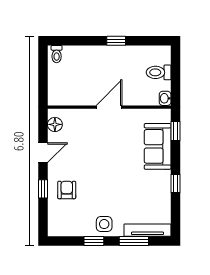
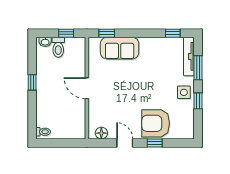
window: (176, 82) -> (66, 33), added
washbasin: (165, 98) -> (45, 42), moved
window: (176, 184) -> (173, 33), moved
armchair: (67, 190) -> (156, 123), width x1.88, depth x1.88

